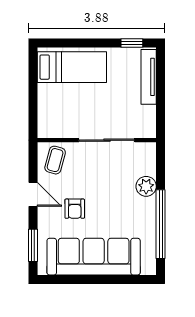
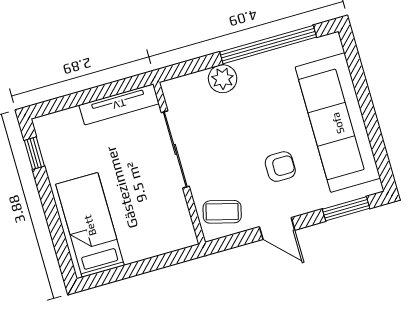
tv unit: (149, 77) -> (119, 104), moved
door: (33, 194) -> (277, 228), swing flipped

